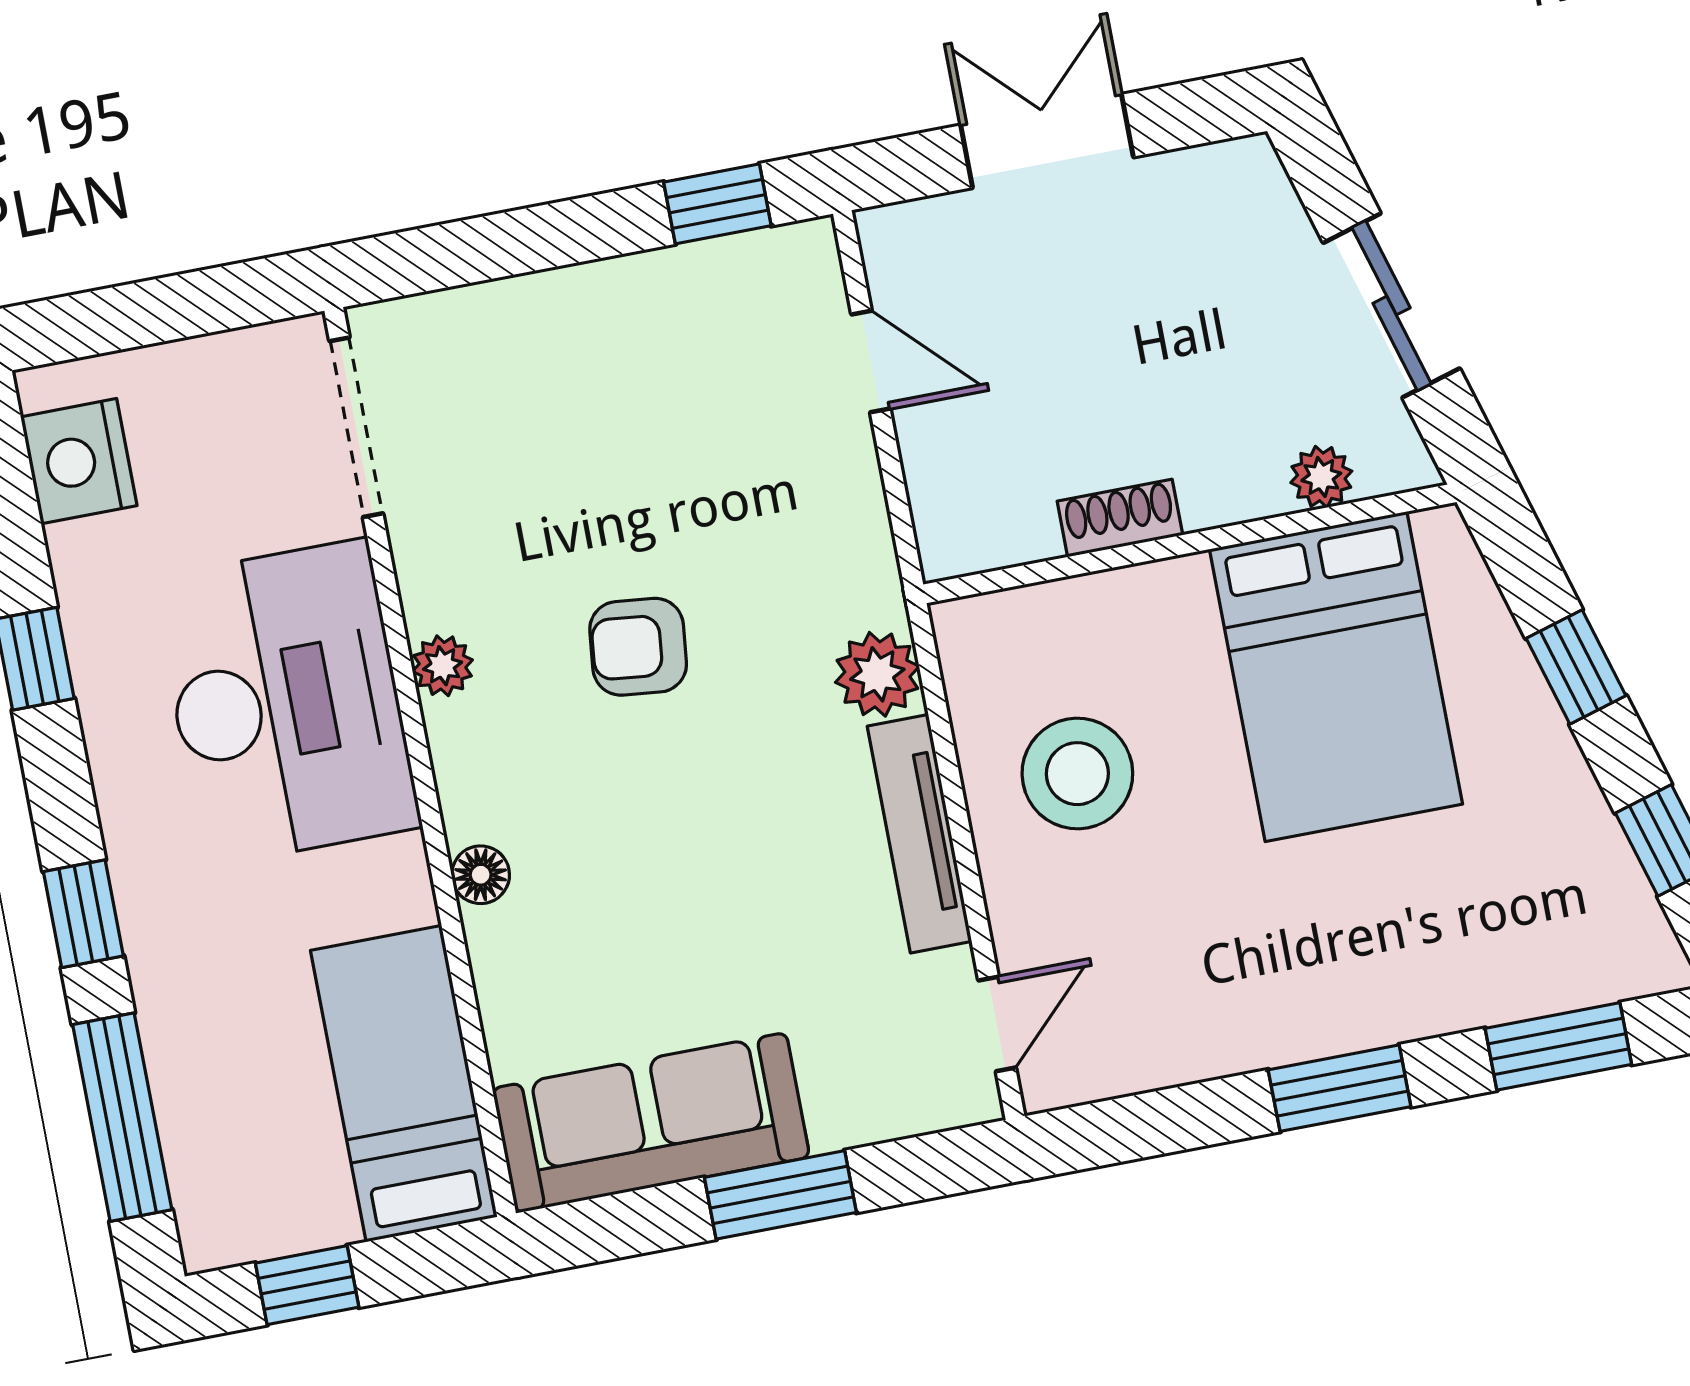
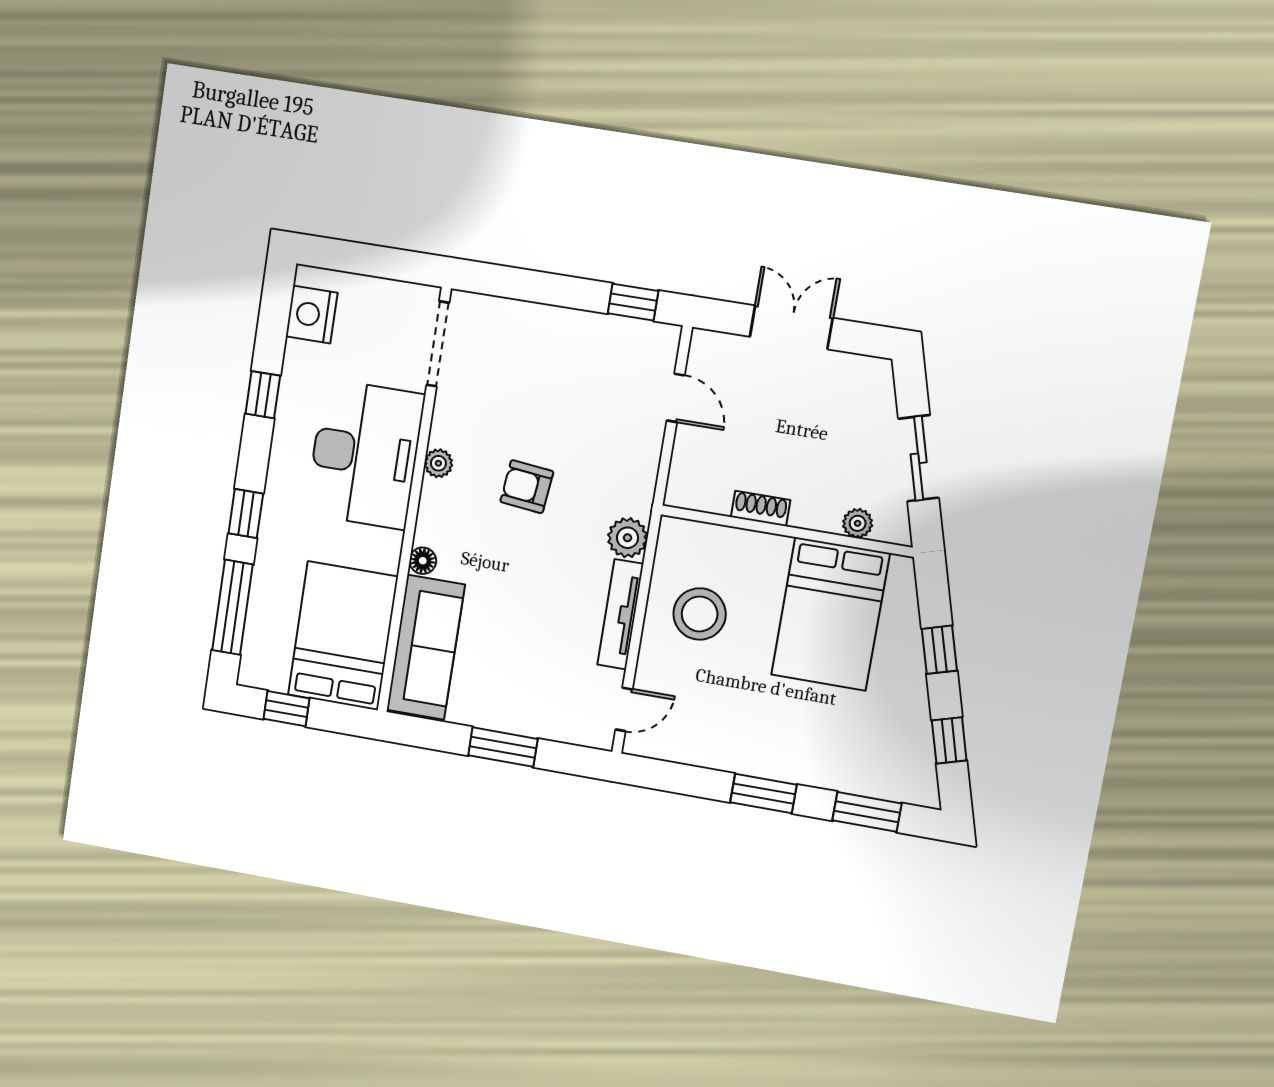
bed: (404, 1084) -> (343, 636), width x1.50
sofa: (651, 1123) -> (426, 647), moved, turned 90

